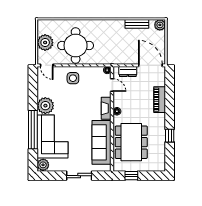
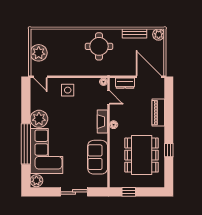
round table: (76, 45) -> (99, 46), moved, width x0.73, depth x0.73
sofa: (102, 142) -> (98, 157), width x0.73
dining table: (131, 142) -> (142, 155), moved

